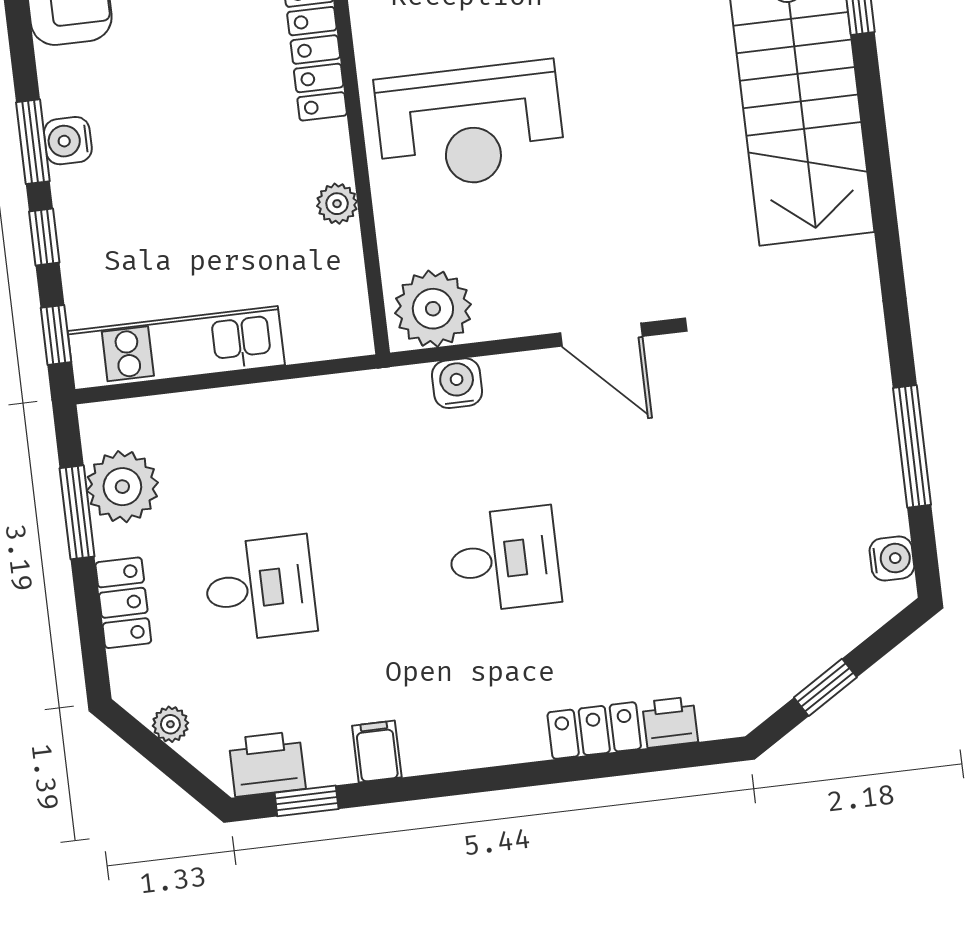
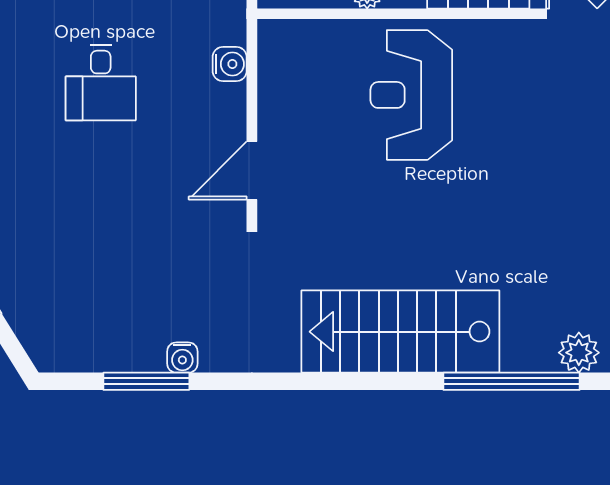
plant: (433, 309) -> (284, 53), removed
water cooler: (892, 558) -> (182, 358), moved

